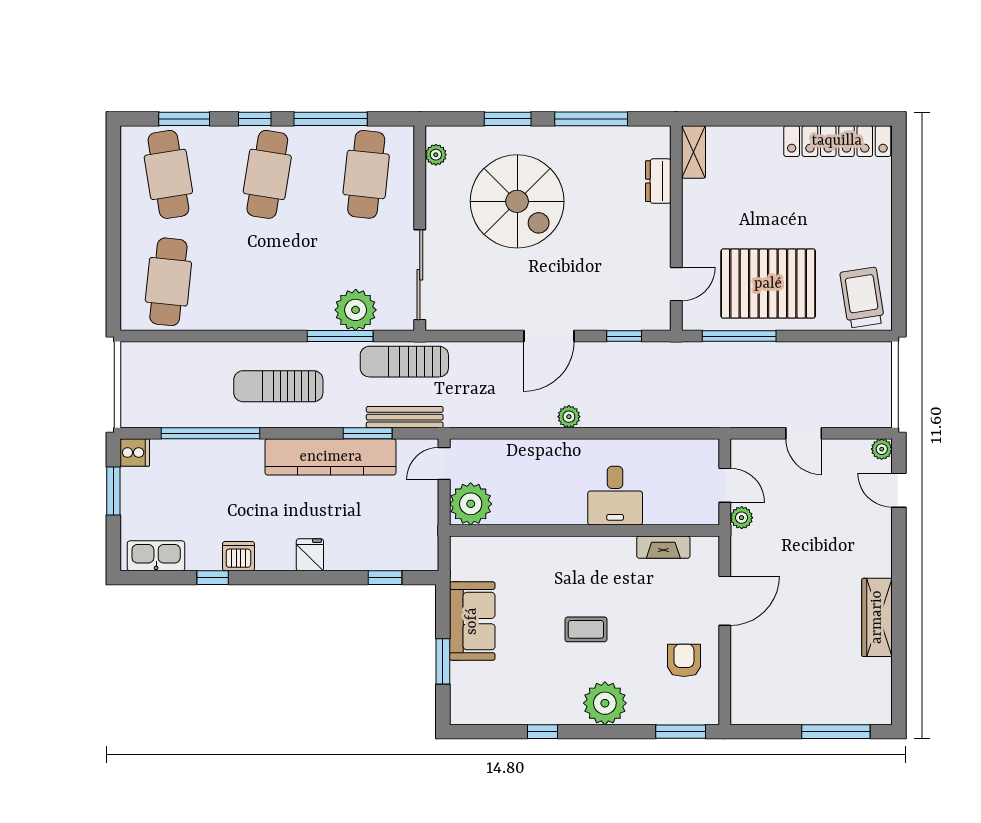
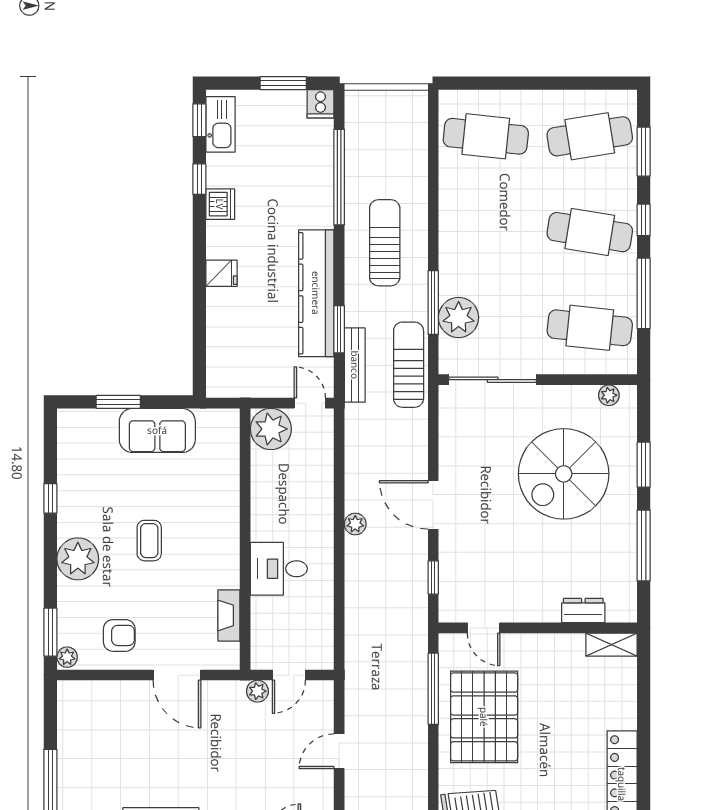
window: (385, 578) -> (199, 120), moved
plant: (706, 714) -> (67, 657), added

